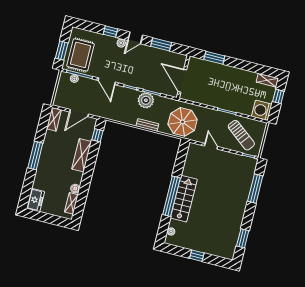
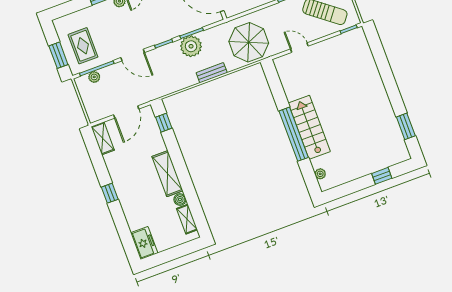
rug: (81, 55) -> (83, 46), width x0.73, depth x0.70
window: (35, 155) -> (110, 193), width x0.46
shelving: (82, 155) -> (167, 174), moved
window: (255, 189) -> (381, 61), removed
window: (197, 256) -> (382, 176), moved

